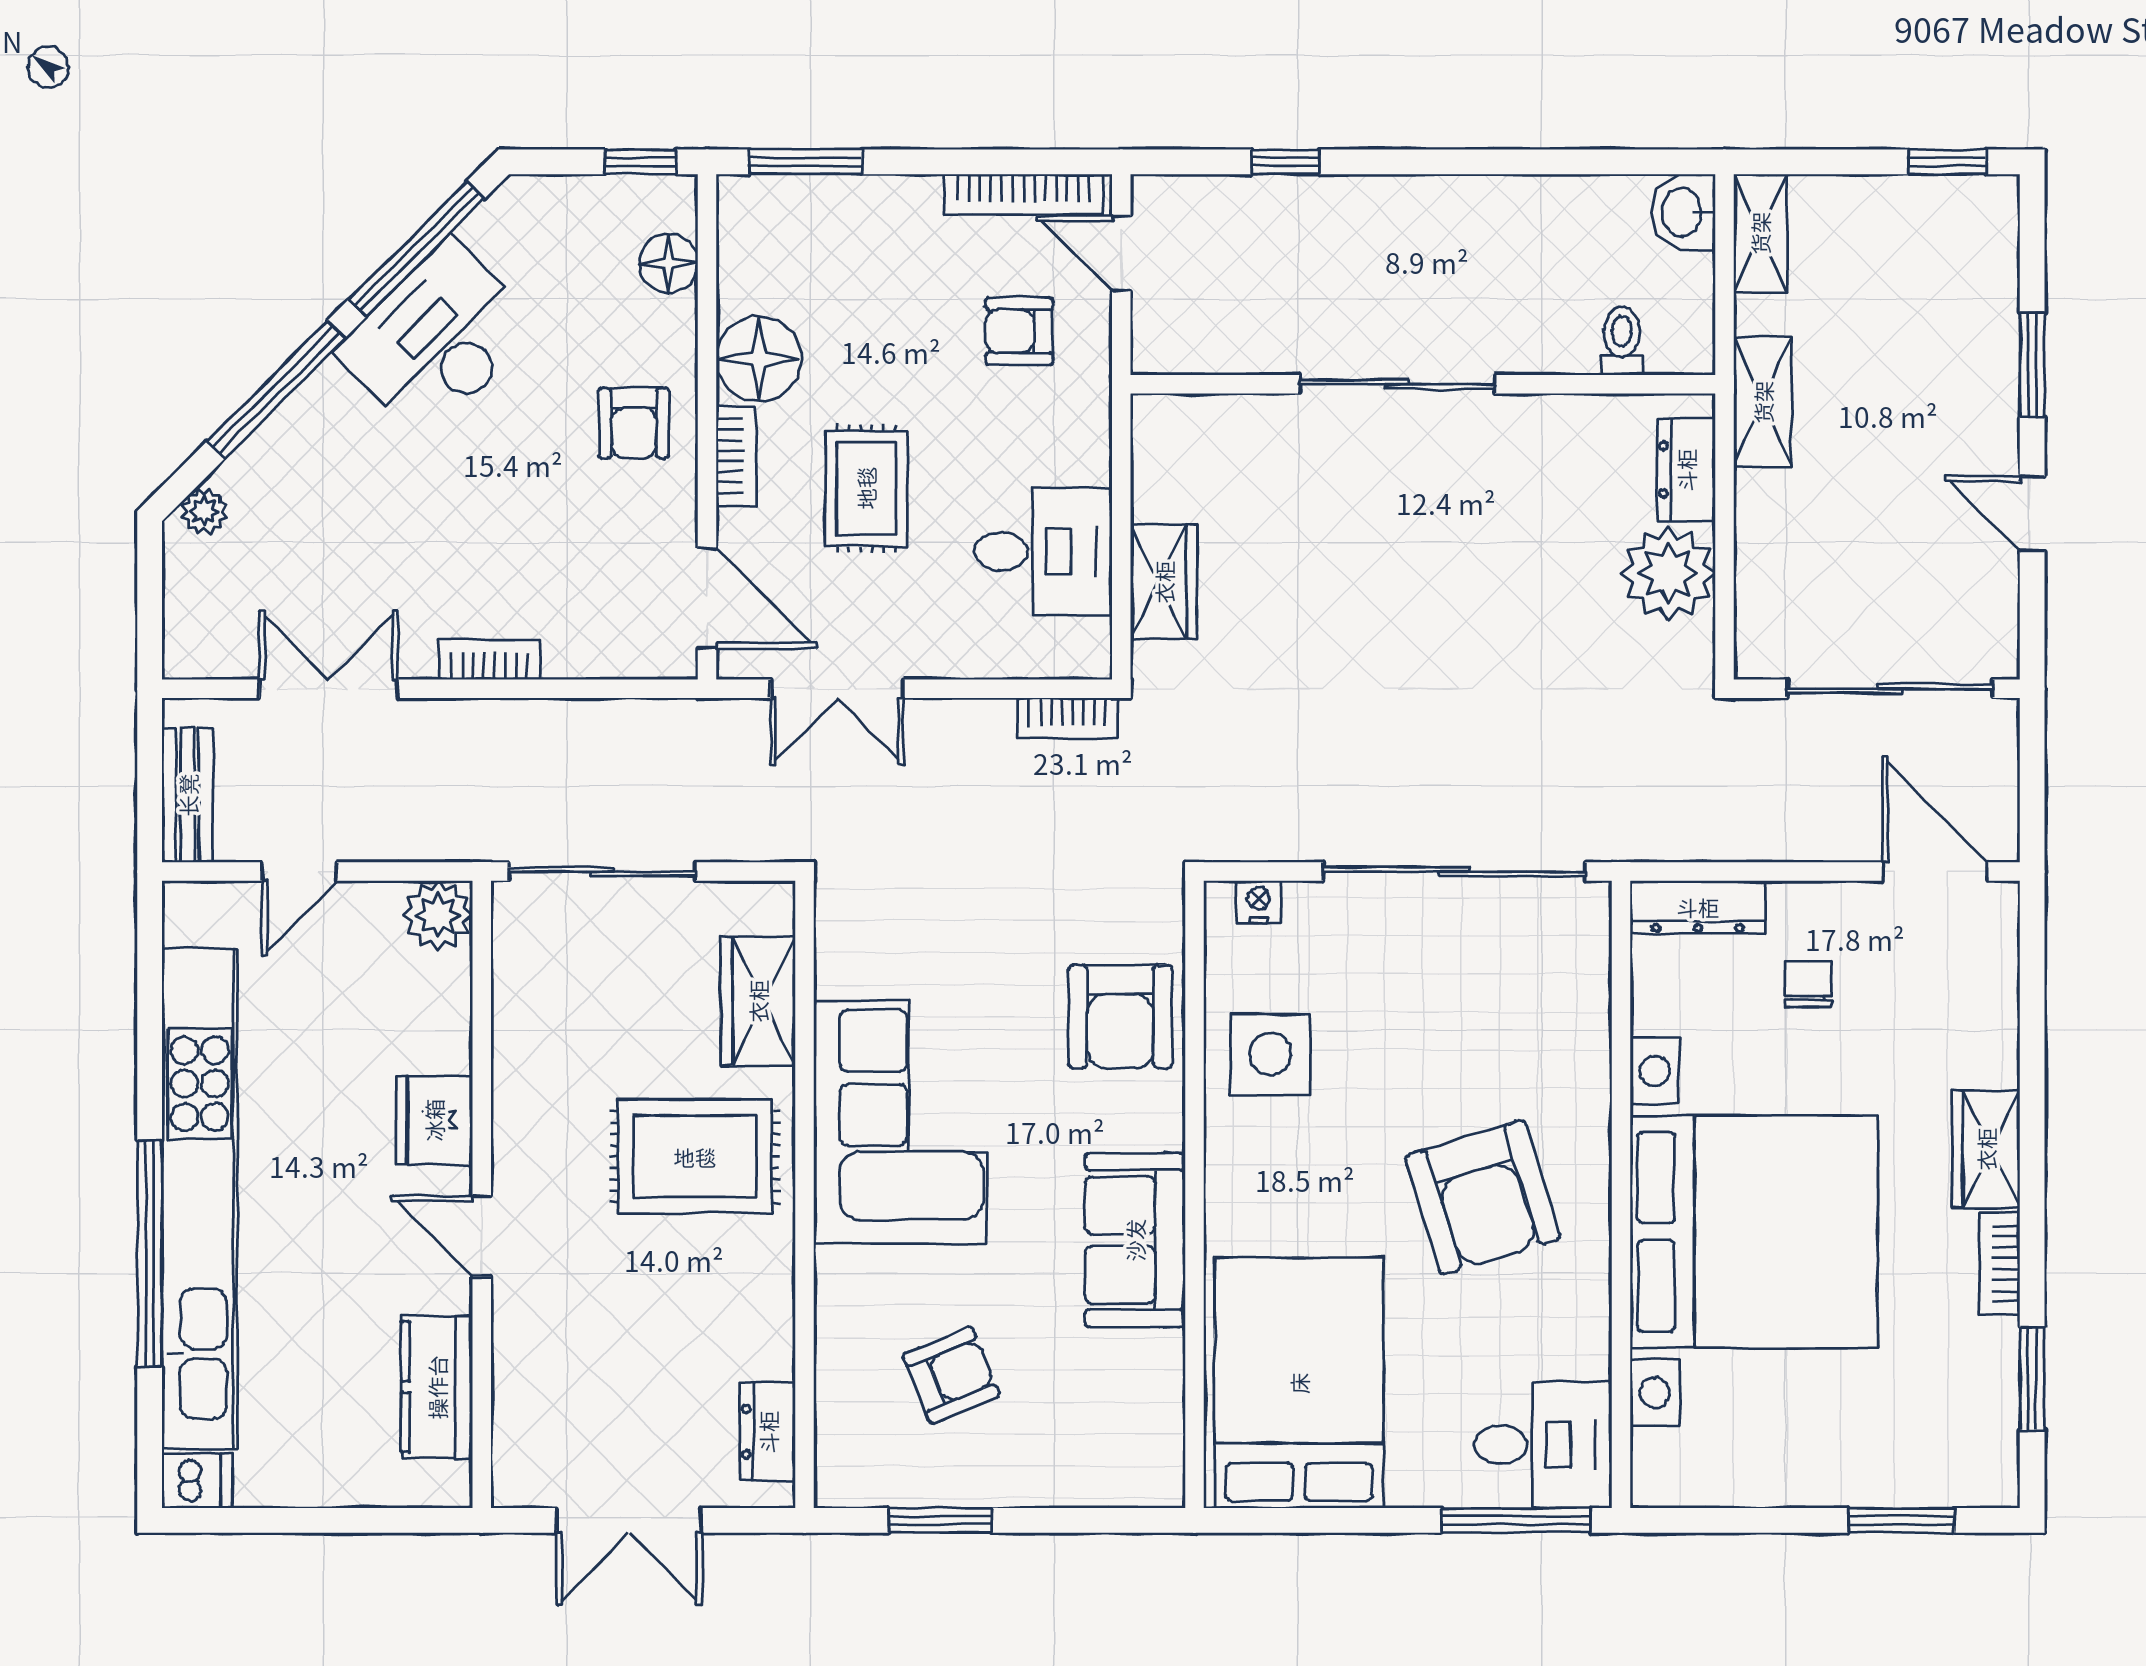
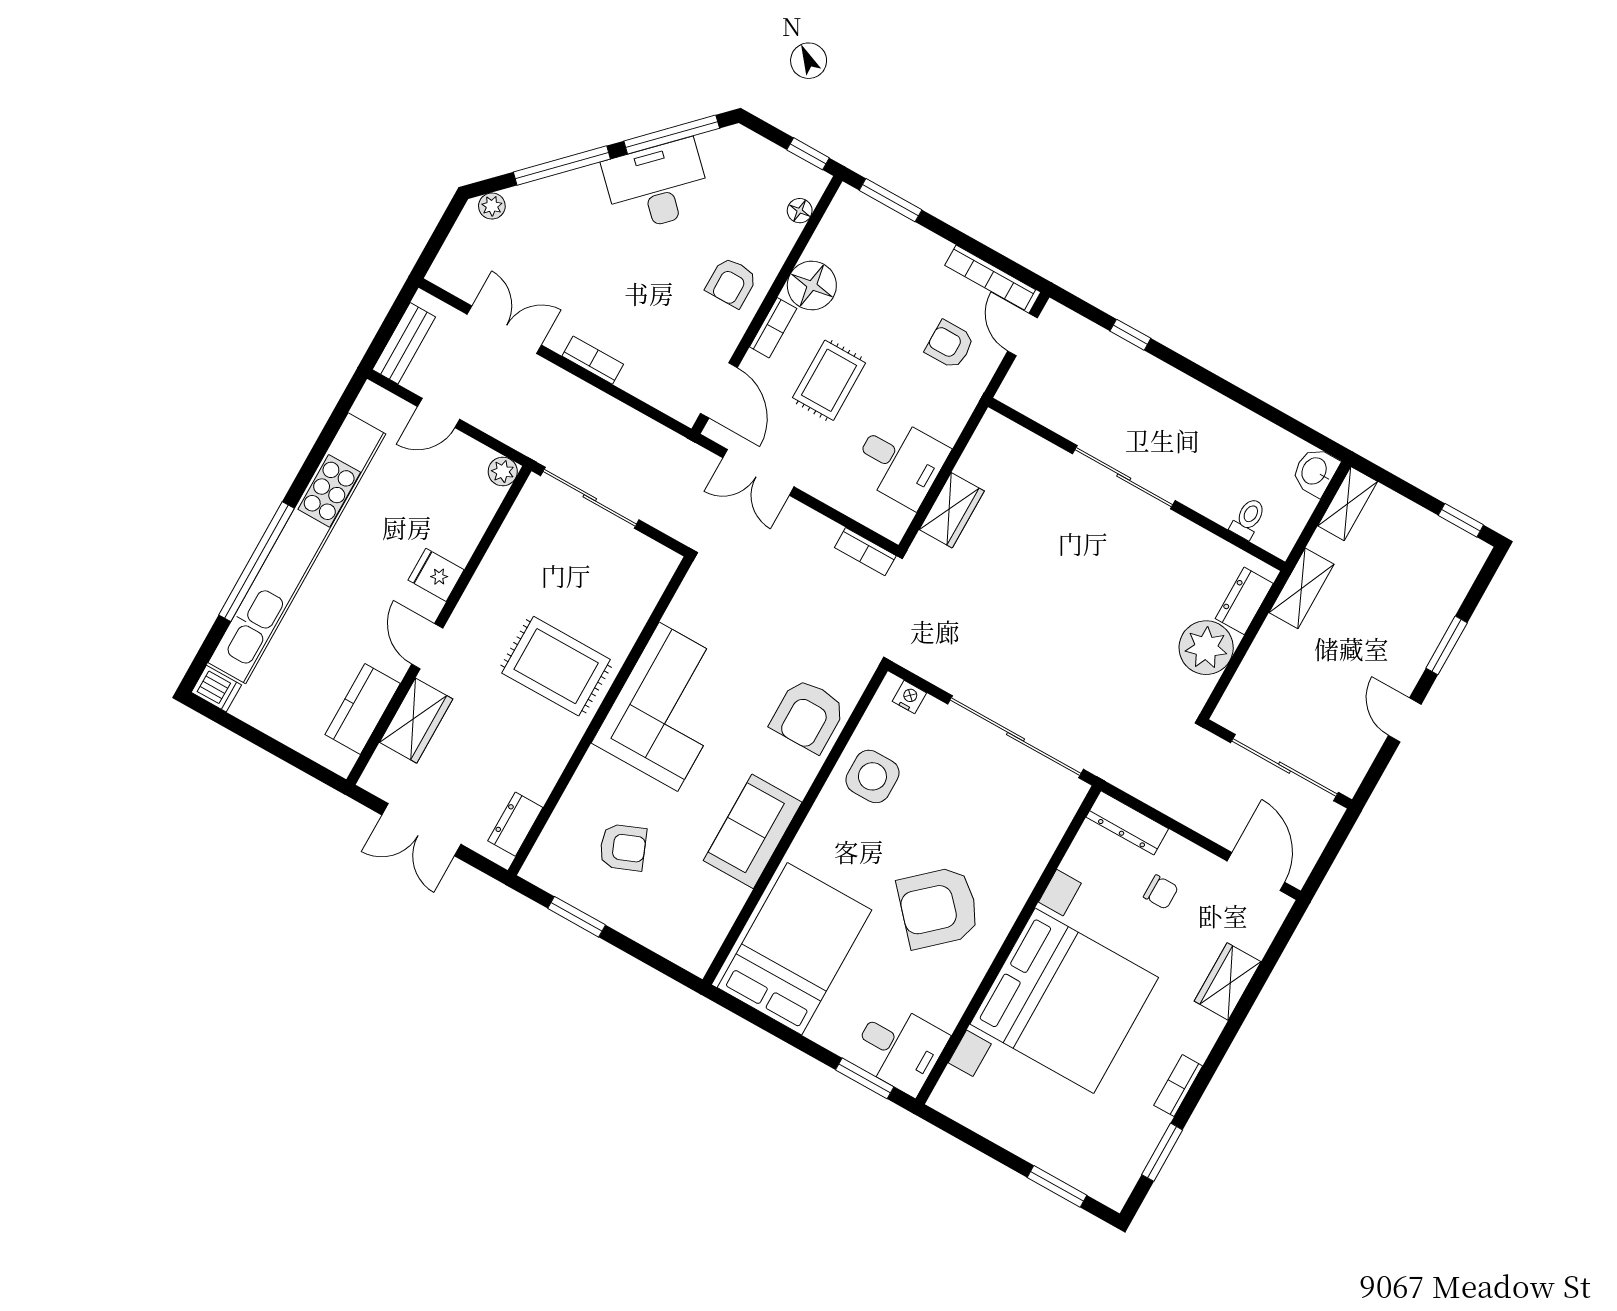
floor lamp: (669, 263) -> (800, 211), width x0.73, depth x0.73
plant: (438, 915) -> (503, 471), width x0.73, depth x0.73
chair: (1808, 984) -> (1161, 892), turned 90
wardrobe: (758, 1001) -> (416, 721), moved, turned 180
fridge: (434, 1120) -> (436, 575), width x0.72
wardrobe: (1986, 1149) -> (1228, 981), moved
armchair: (1483, 1197) -> (938, 908), turned 65
window: (1516, 1520) -> (865, 1078), width x0.69

